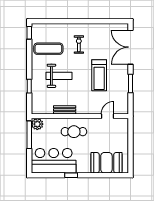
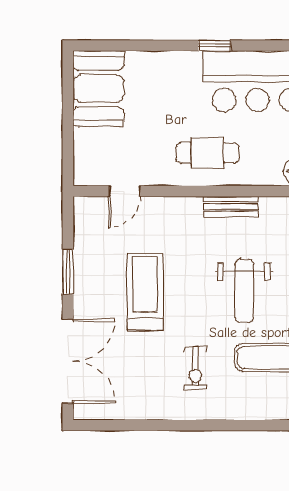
weight bench: (59, 76) -> (244, 291), turned -90
booth: (106, 163) -> (98, 89), moved, turned 90

